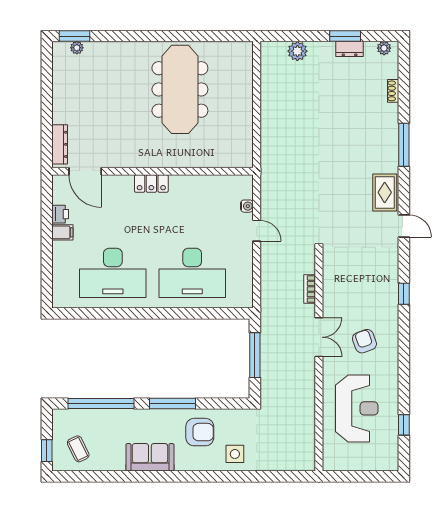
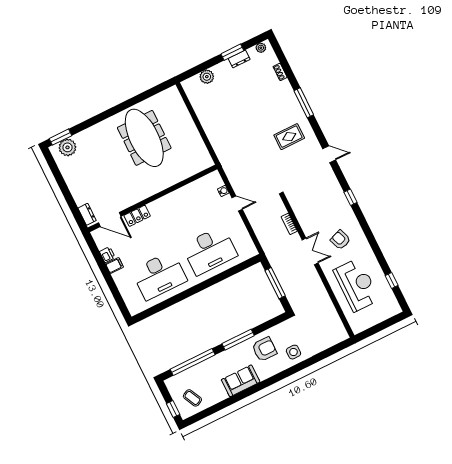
plant: (77, 48) -> (67, 147), width x1.87, depth x1.87
dresser: (60, 144) -> (87, 214), width x0.70
locker: (151, 184) -> (137, 216), moved
rug: (385, 192) -> (289, 137), moved, turned 90

